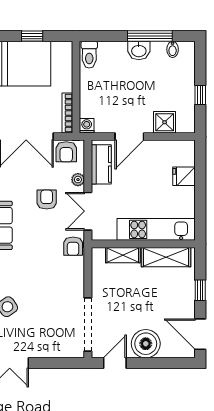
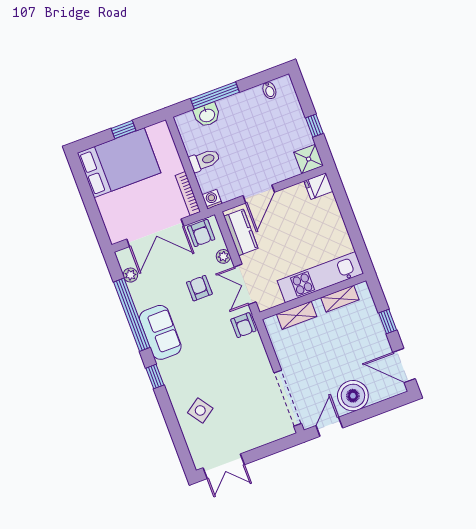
window: (150, 36) -> (215, 95), moved
washbasin: (139, 50) -> (207, 115), moved
toilet: (89, 55) -> (204, 160), moved, turned -90
shower: (165, 122) -> (309, 159), moved
fridge: (184, 176) -> (318, 186), moved
shelving: (166, 257) -> (340, 299), width x0.67, depth x0.75

